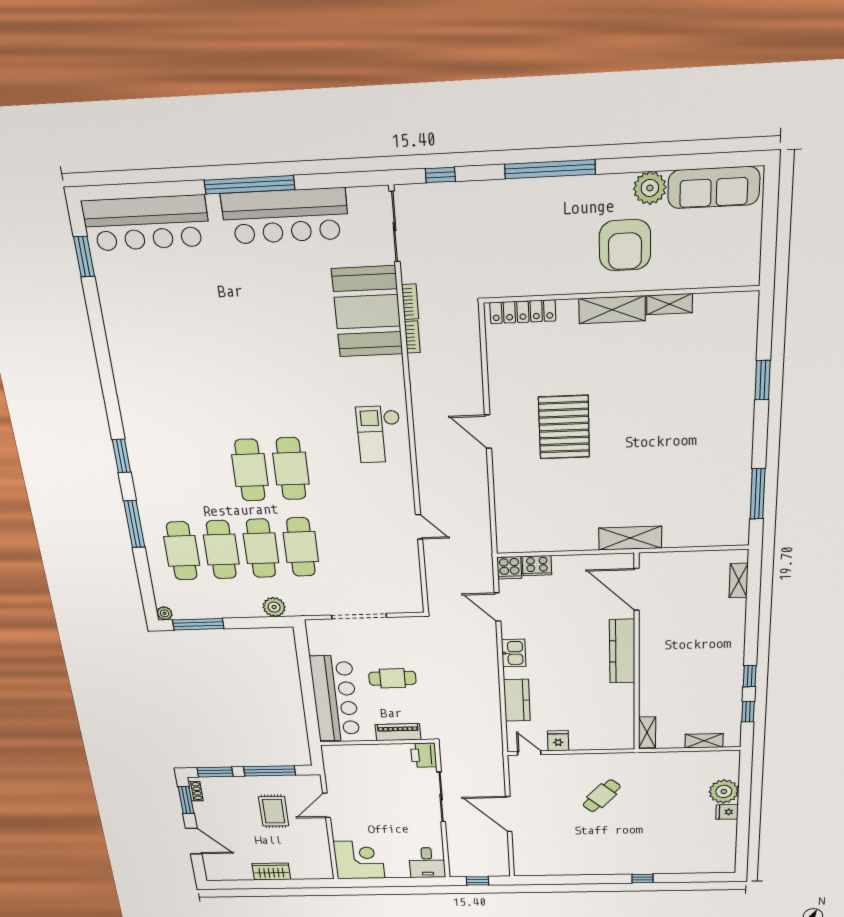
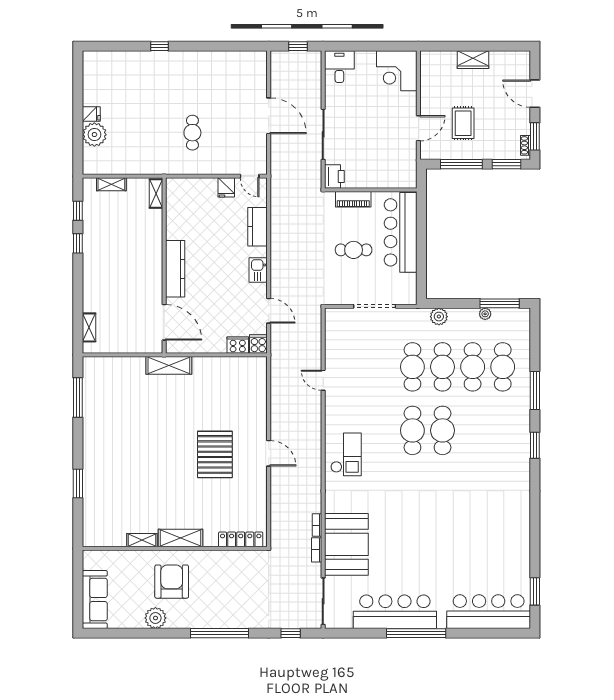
sofa: (714, 187) -> (95, 600), moved, turned 90
plant: (165, 613) -> (485, 314), moved
cafe table: (602, 796) -> (192, 133), turned -42

